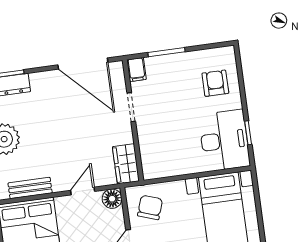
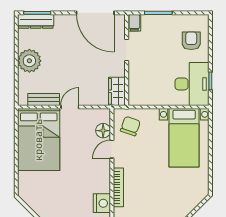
door: (83, 191) -> (70, 107), moved
floor lamp: (112, 199) -> (103, 131), moved

